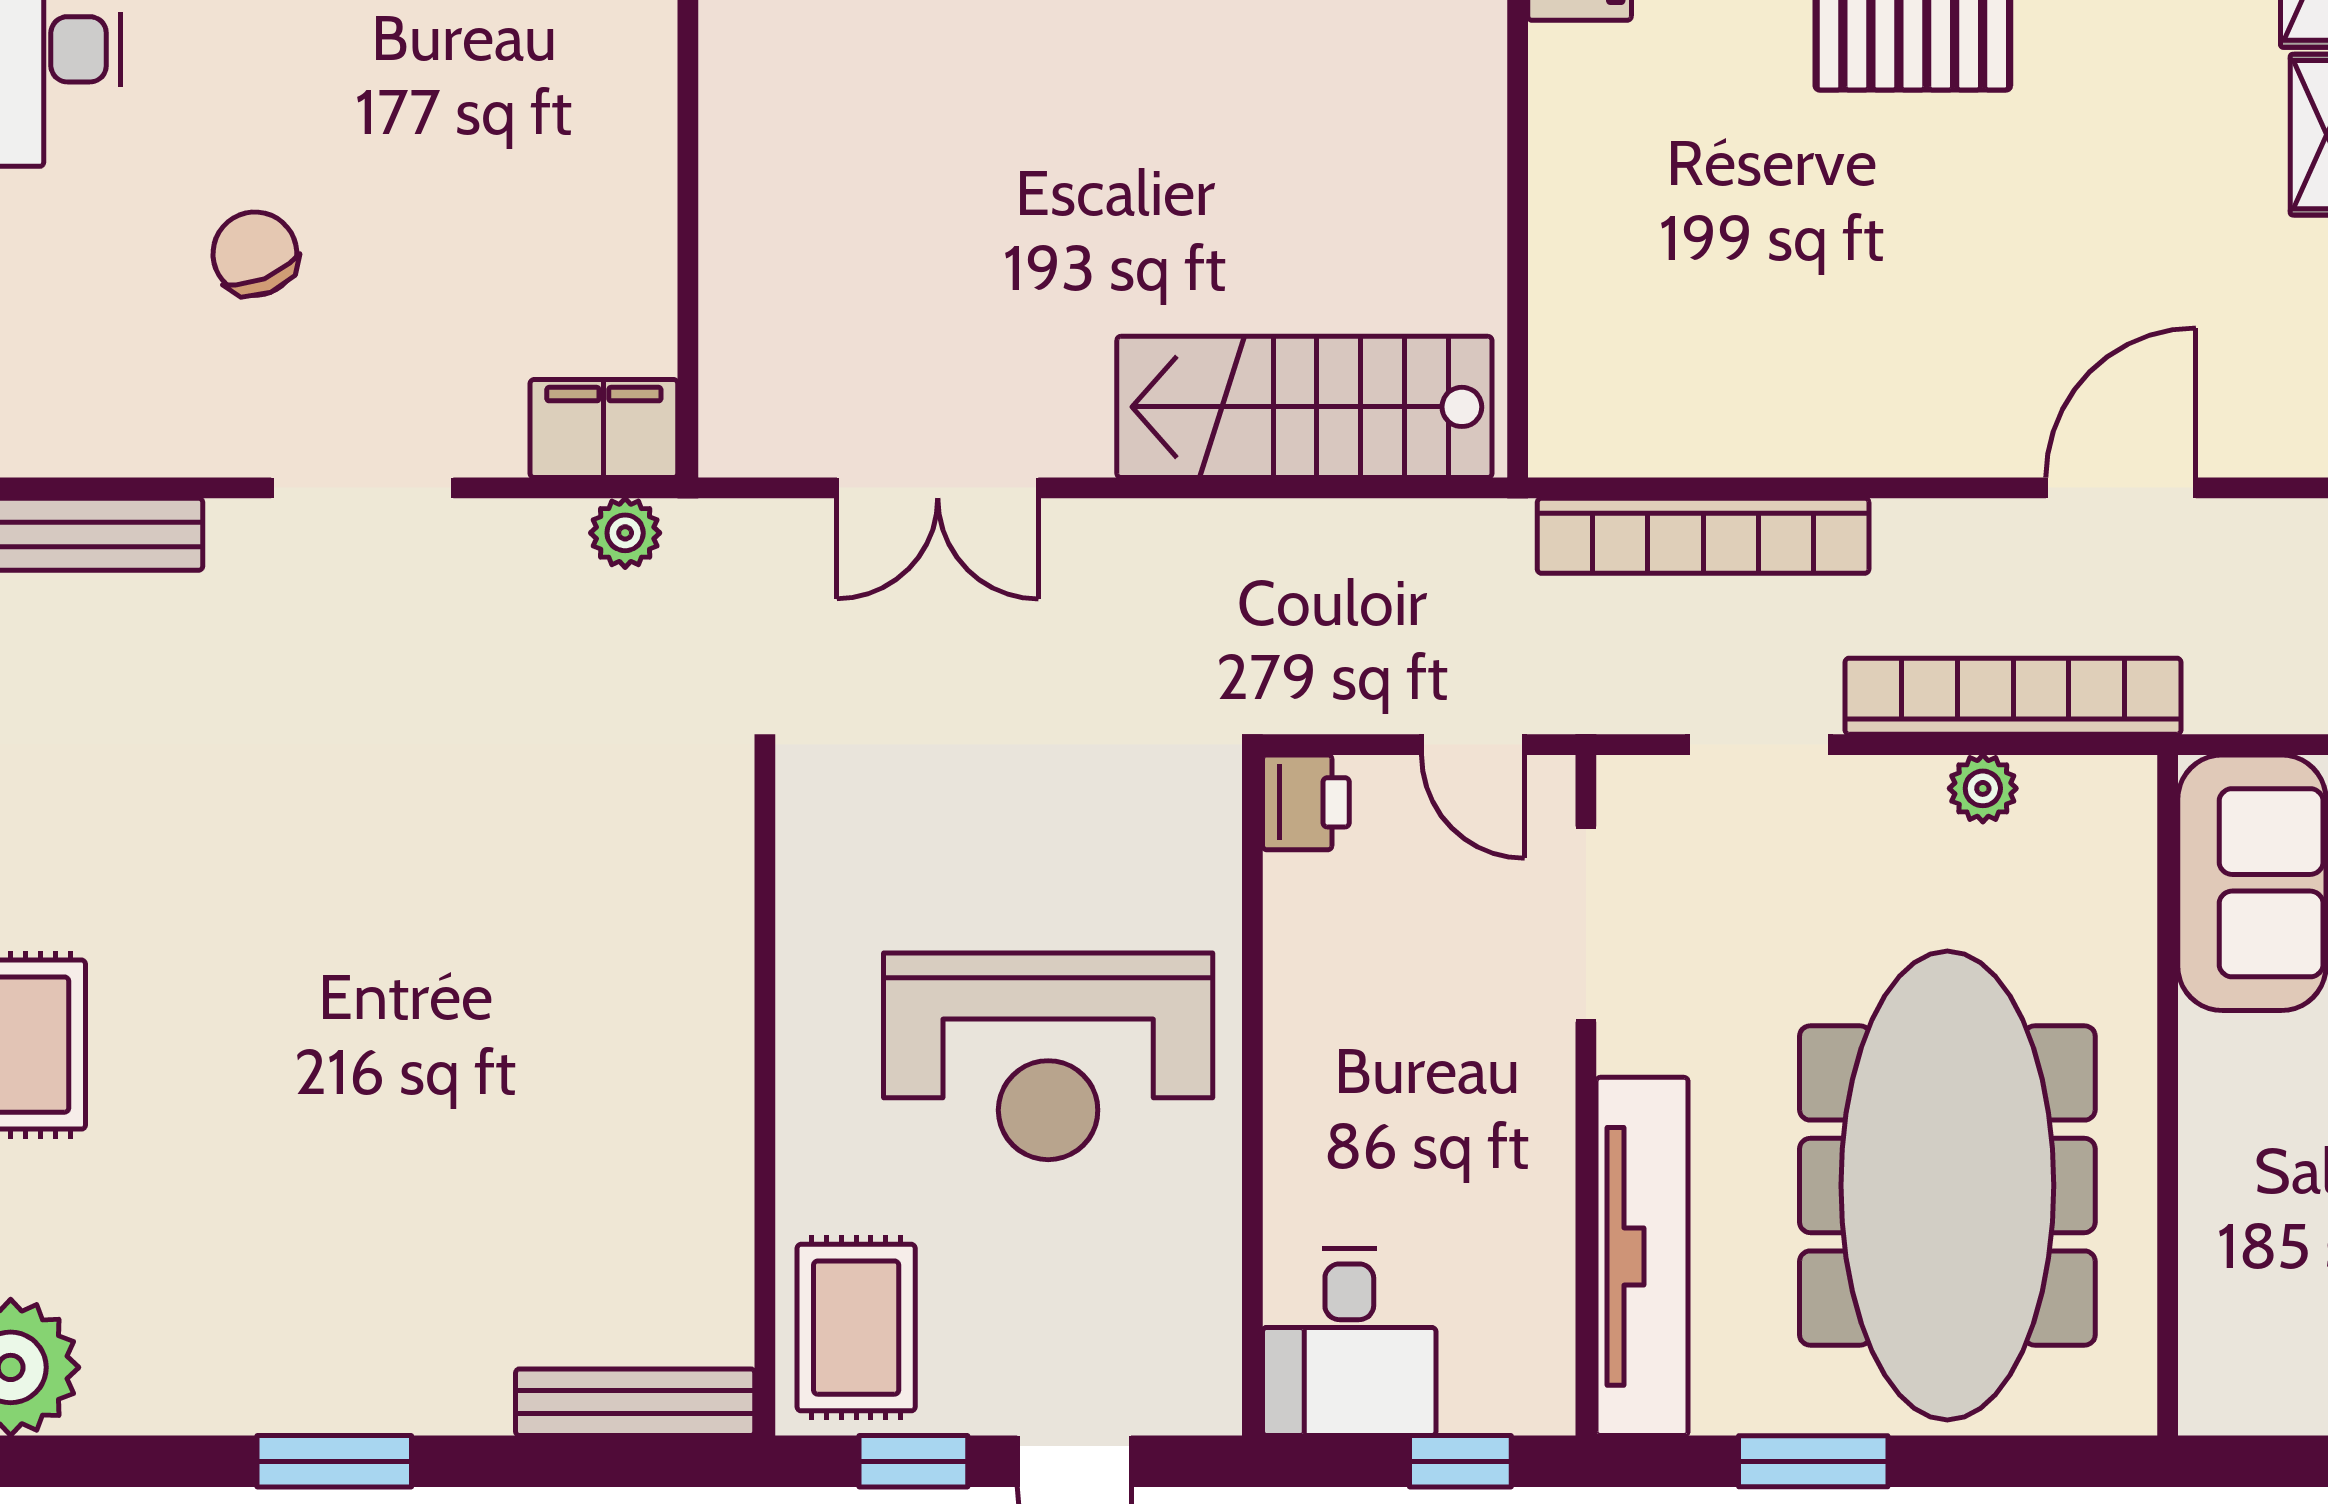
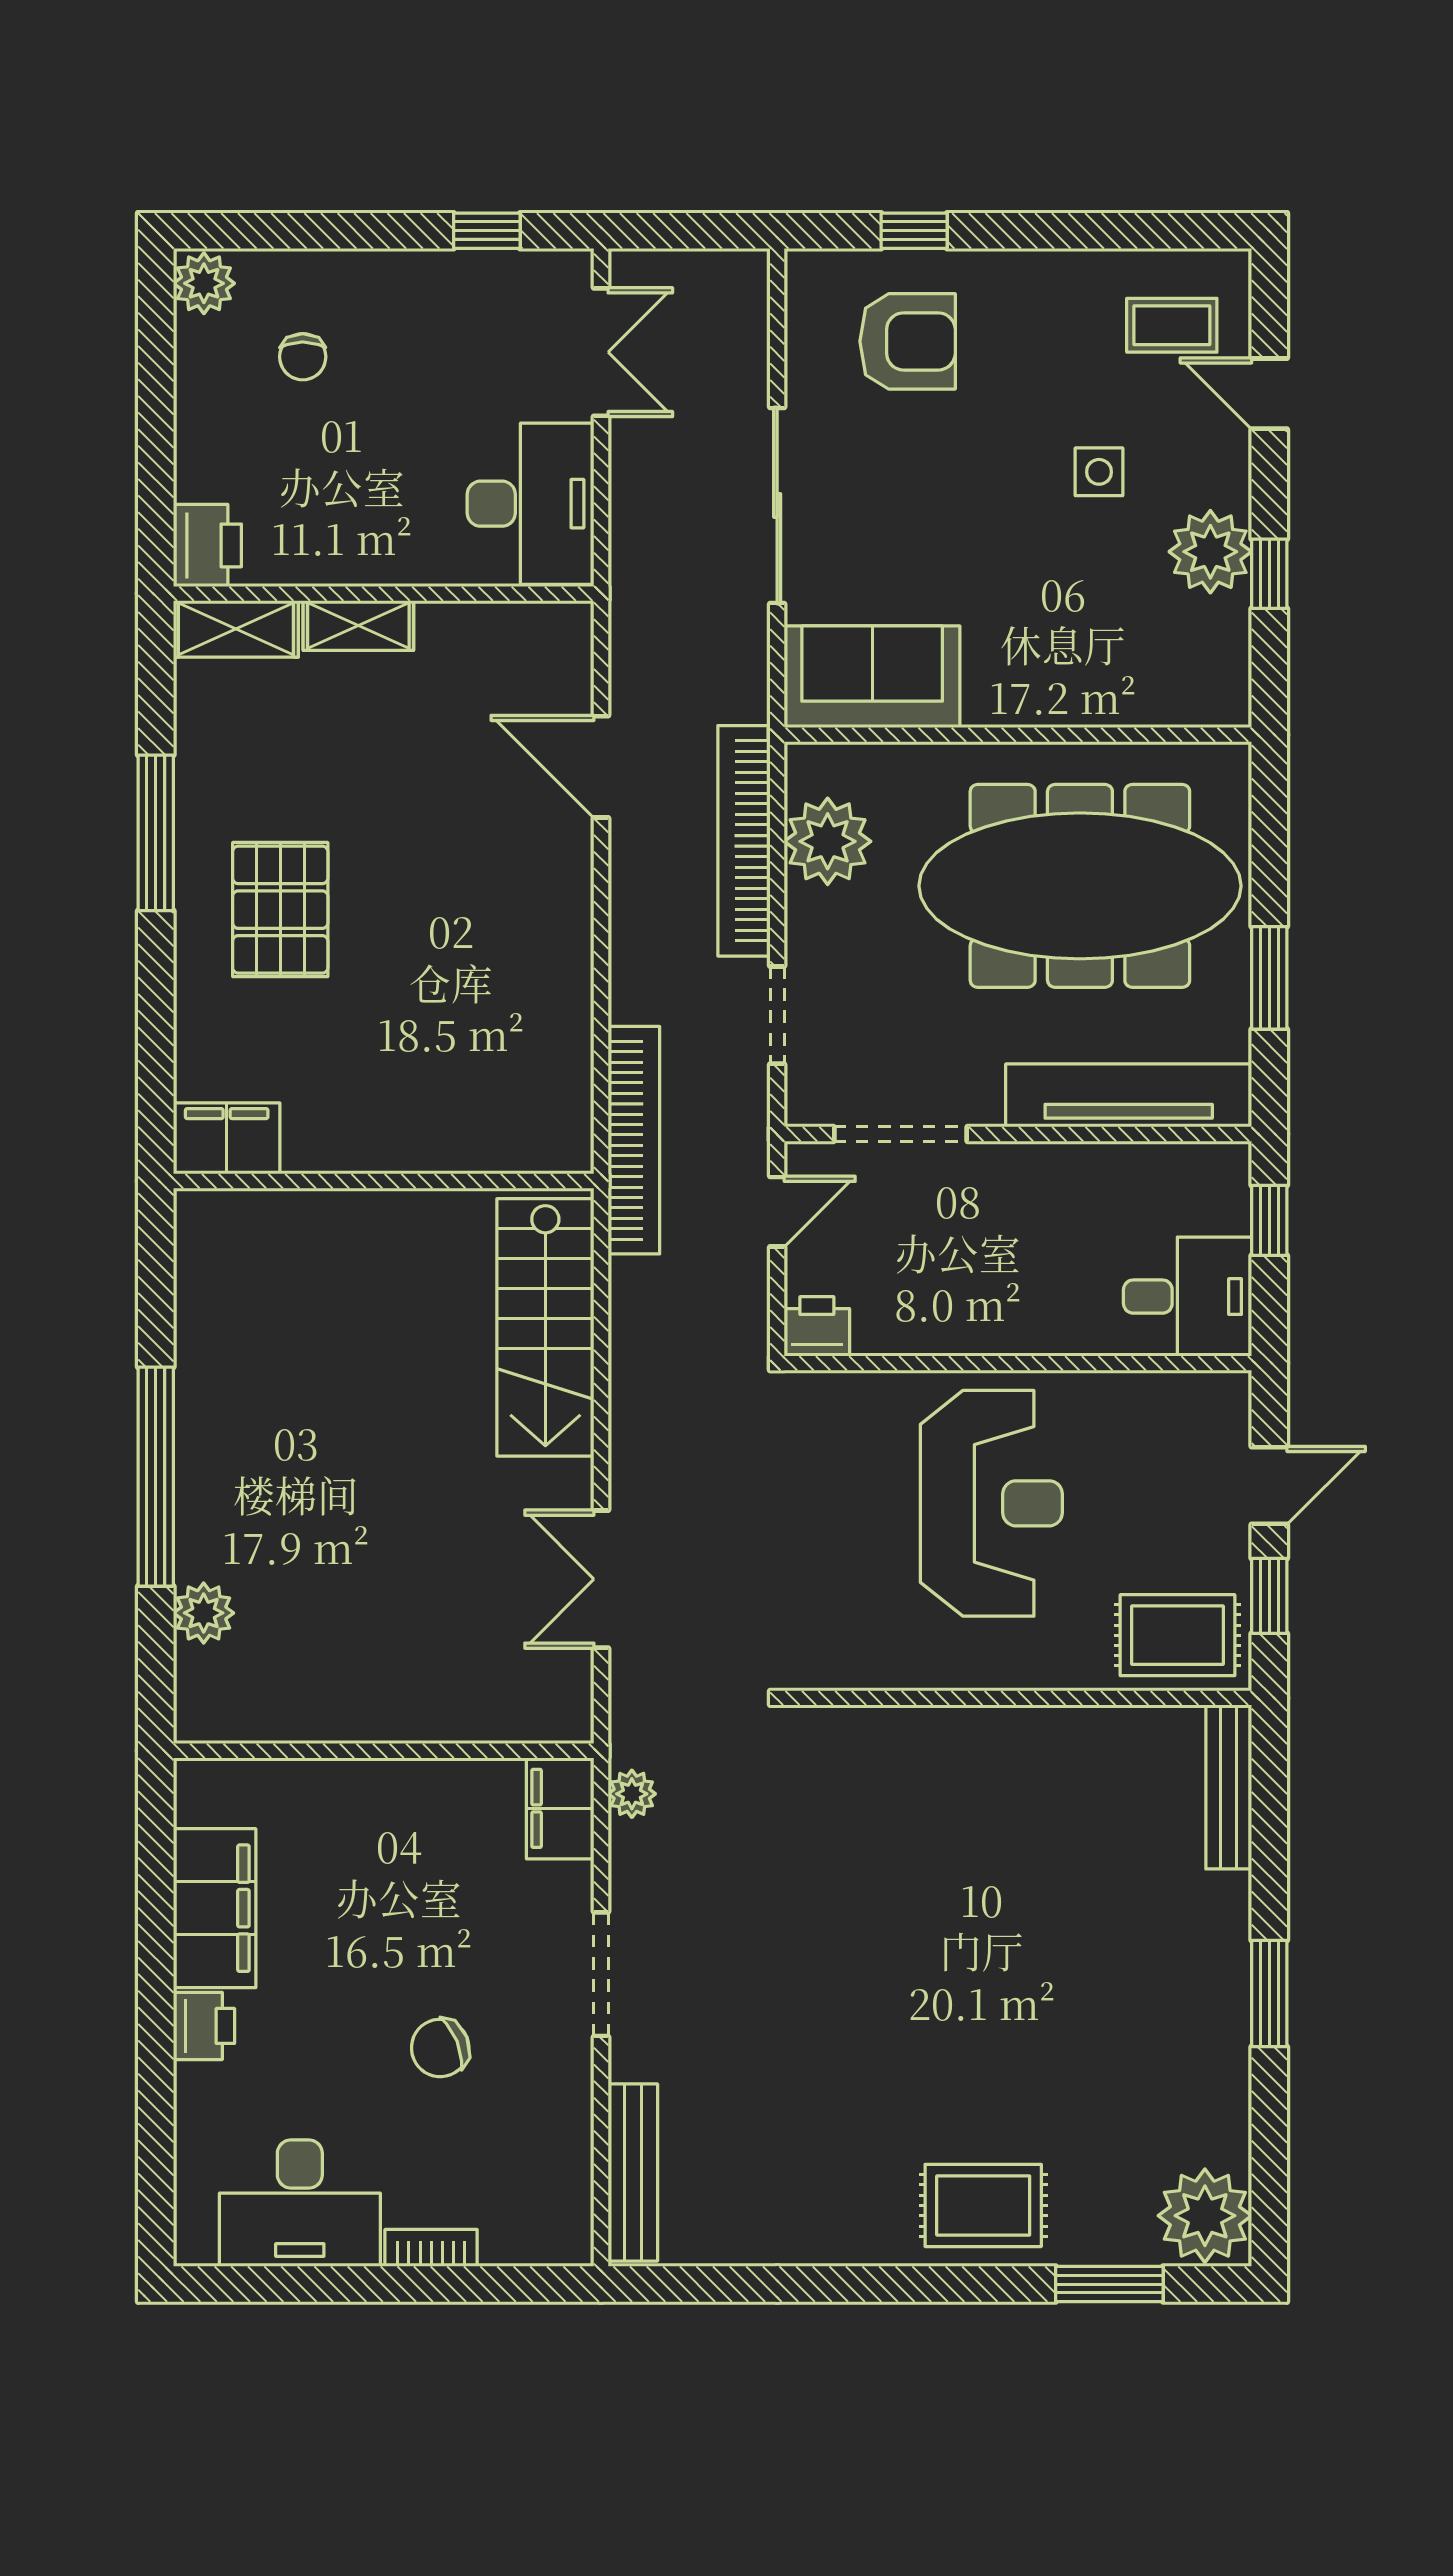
double door: (938, 488) -> (601, 1579), swing flipped
bookcase: (1703, 536) -> (634, 1140), moved
plant: (1983, 788) -> (828, 841), width x1.88, depth x1.88

